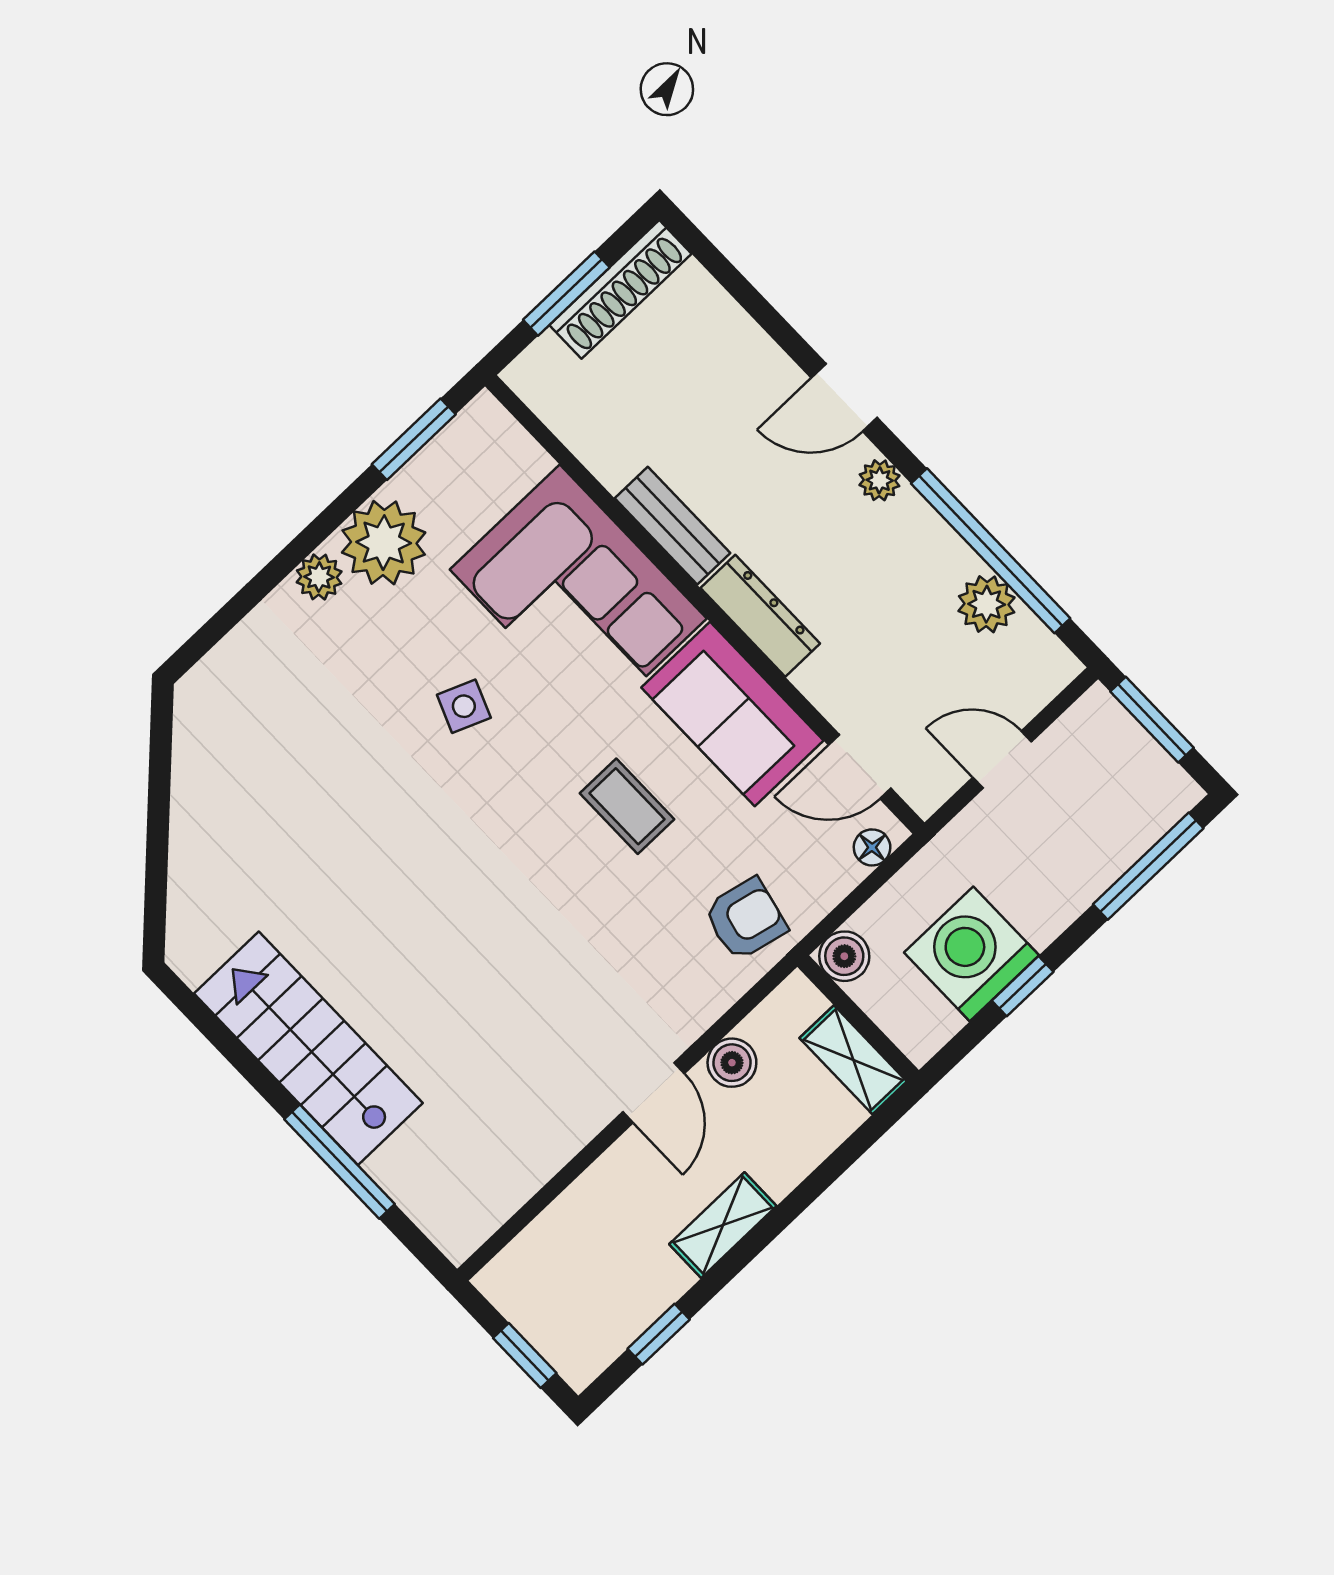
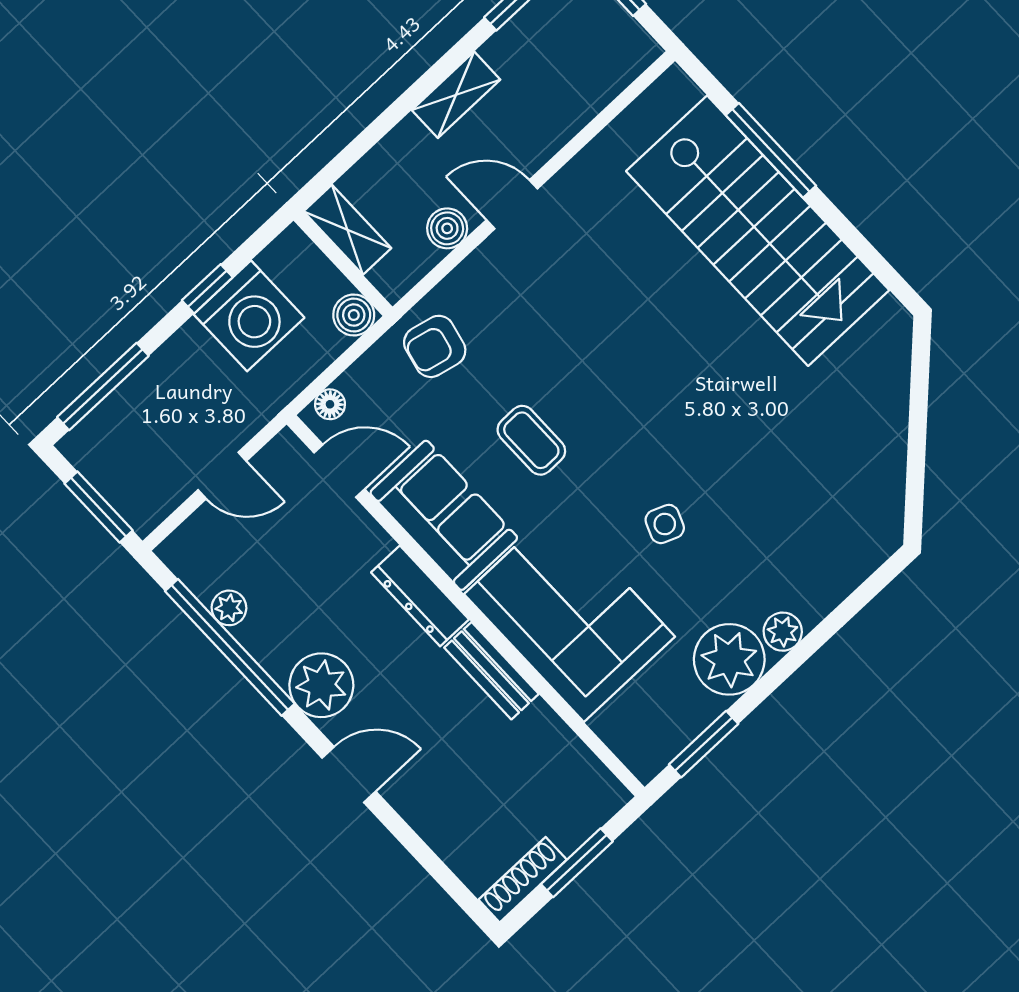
shoe rack: (620, 289) -> (523, 880), width x0.74, depth x0.81
plant: (880, 480) -> (321, 685), width x1.88, depth x1.88
plant: (987, 604) -> (229, 608), width x0.73, depth x0.73
stairs: (308, 1048) -> (758, 231), width x1.36, depth x1.51
door: (653, 1093) -> (512, 204), hinge flipped

